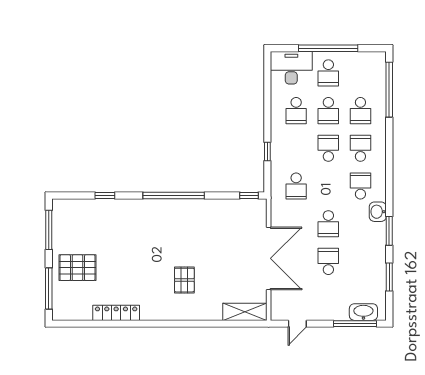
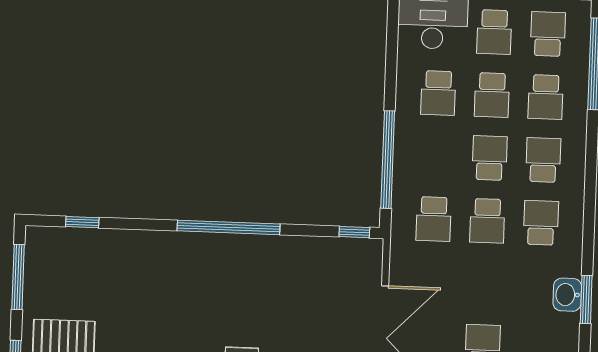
school desk: (360, 73) -> (548, 34), added
window: (267, 151) -> (388, 160), width x3.17
window: (105, 196) -> (82, 222), moved
washbasin: (378, 212) -> (567, 295), moved
school desk: (328, 224) -> (487, 221), moved

